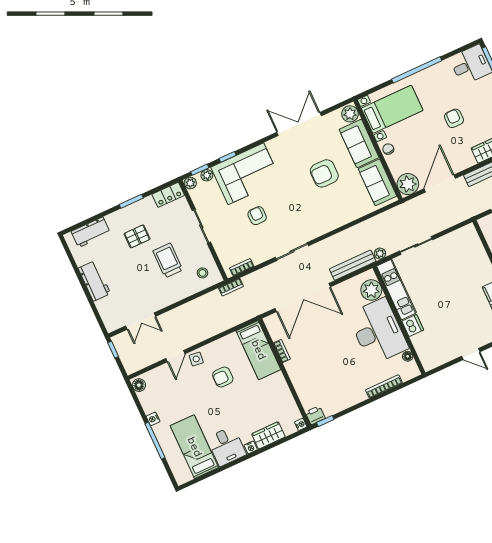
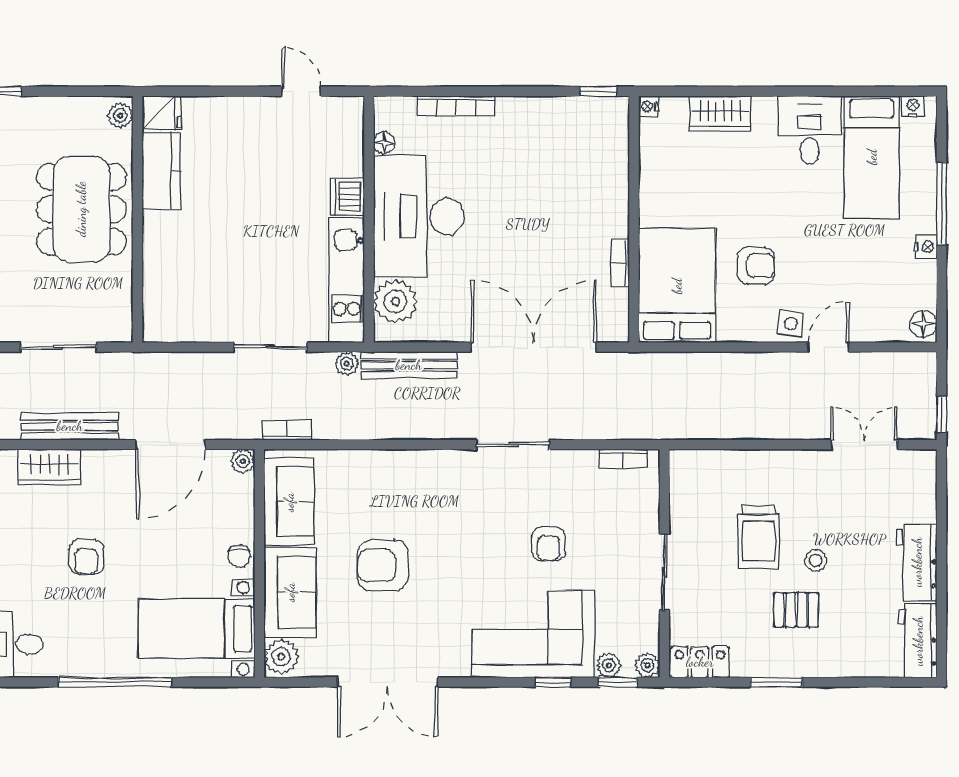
armchair: (324, 173) -> (383, 566), turned 180
plant: (408, 184) -> (243, 461), width x0.53, depth x0.53
workbench: (91, 232) -> (918, 641), moved, turned -90
stool: (202, 273) -> (816, 560), moved
bookcase: (231, 287) -> (287, 430), moved
bed: (258, 350) -> (677, 286), width x1.50
door: (471, 354) -> (301, 91), moved
printer: (315, 415) -> (613, 111), removed
nightstand: (251, 447) -> (913, 106), moved

